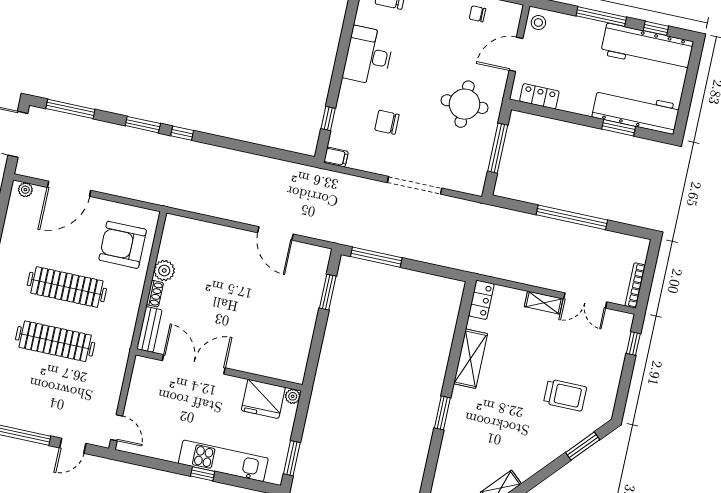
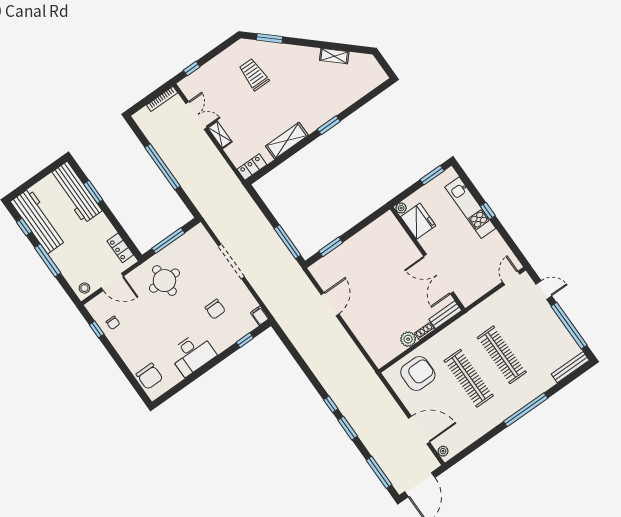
armchair: (123, 245) -> (418, 373), turned -90

